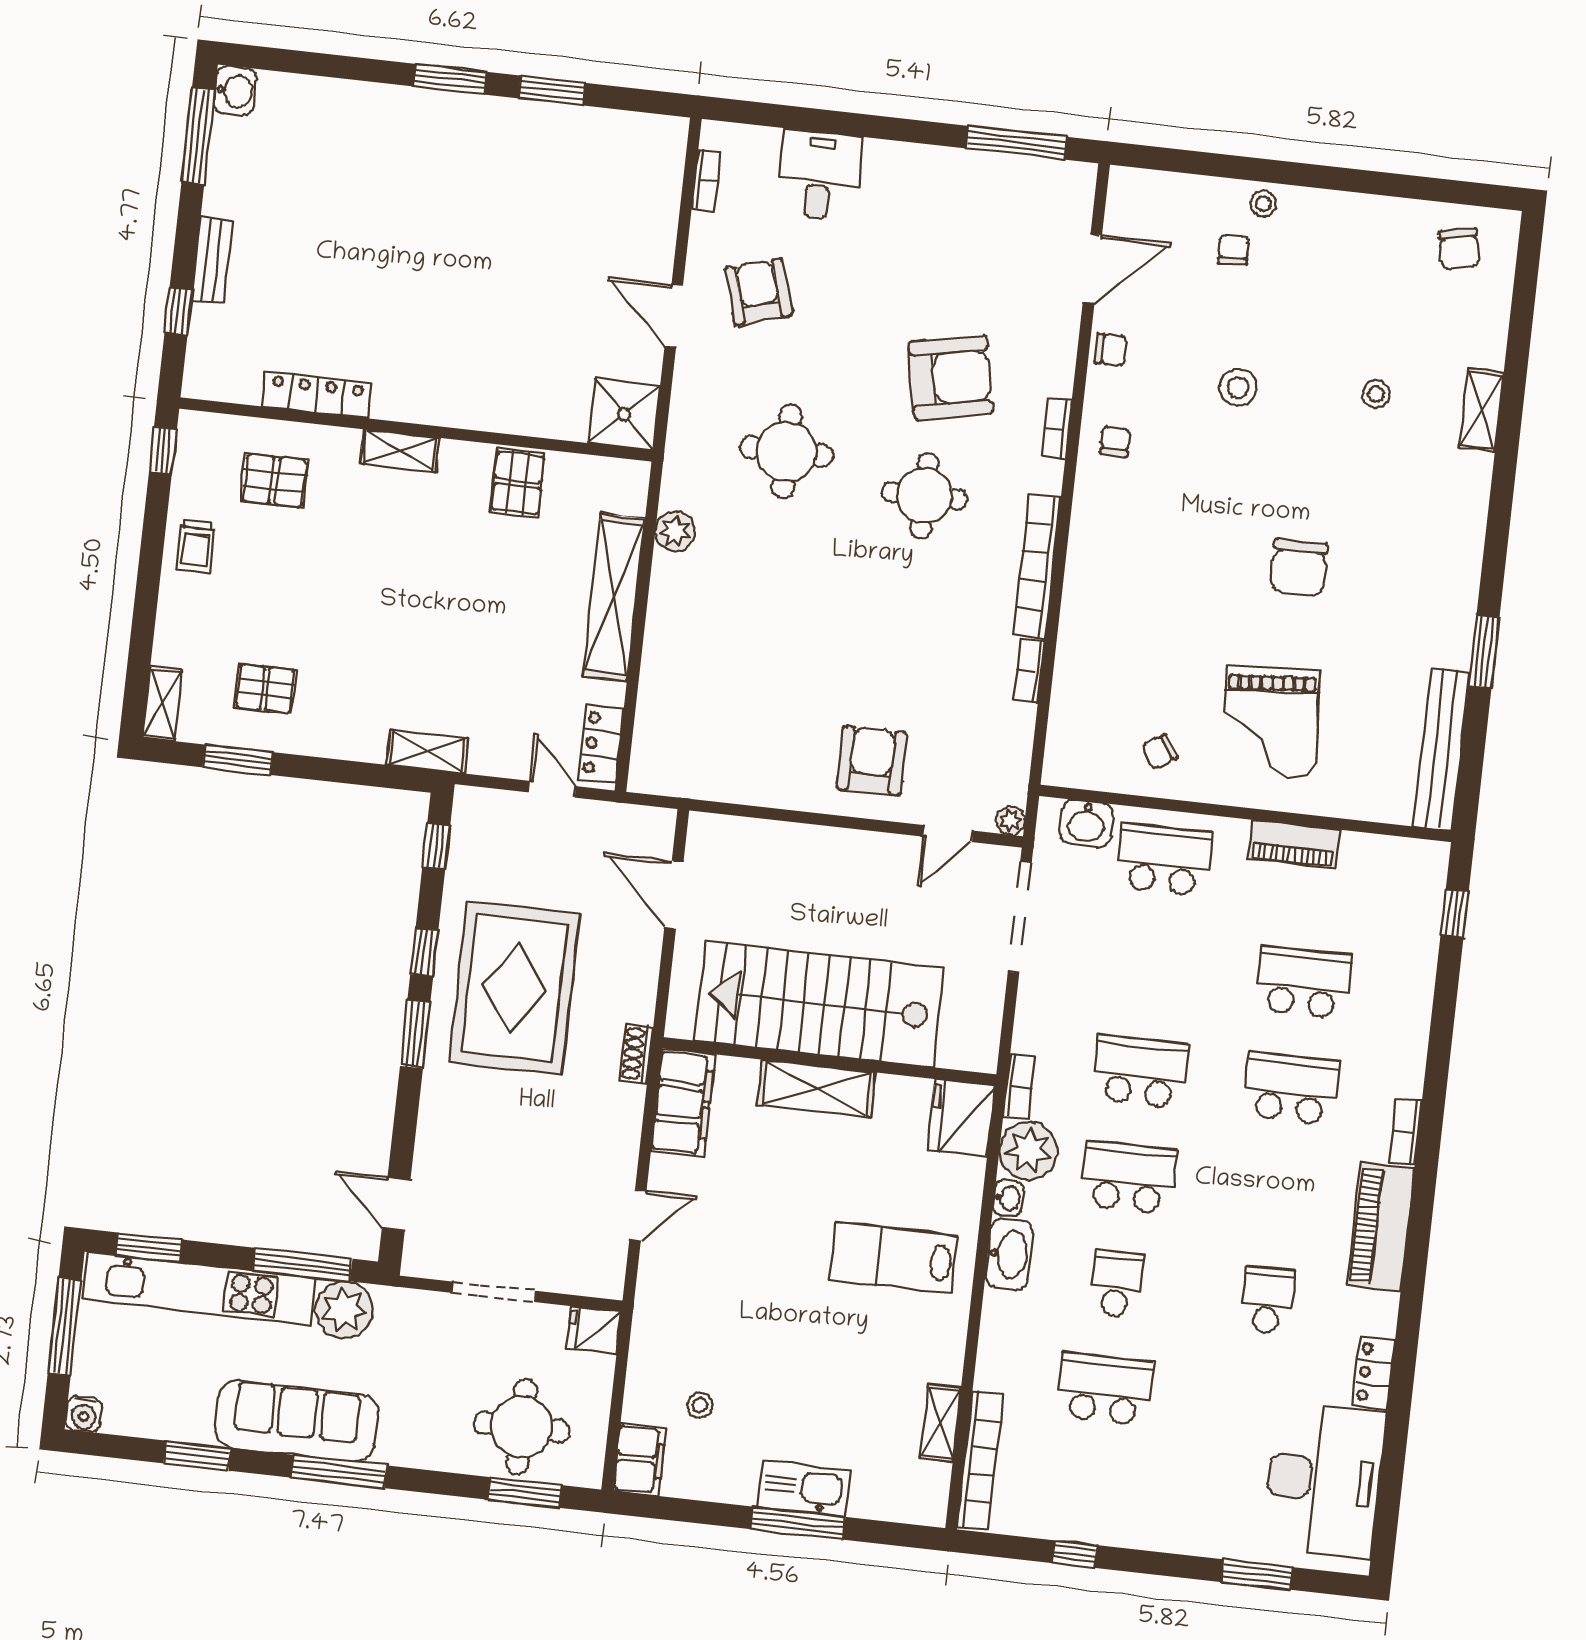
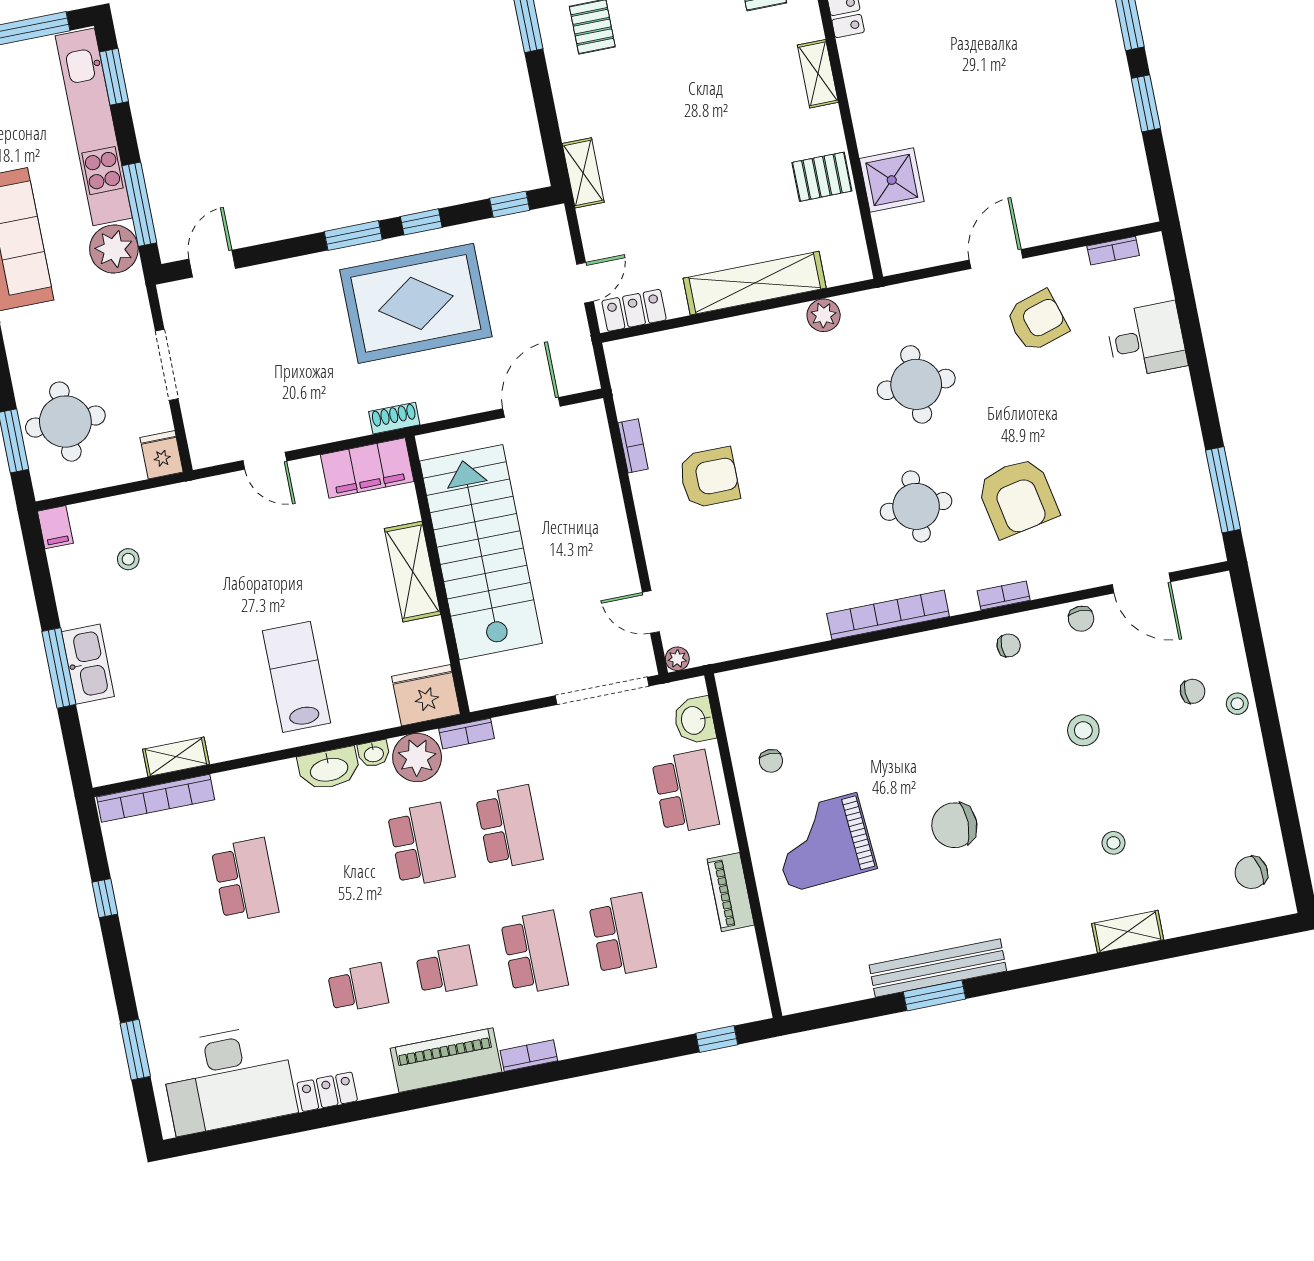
shower: (624, 414) -> (892, 180), moved
bookcase: (1029, 671) -> (633, 446), moved, turned 90
bench: (1442, 750) -> (938, 968), moved
chair: (1160, 752) -> (771, 761), turned -146
armchair: (872, 761) -> (709, 478), moved
school desk: (1117, 1283) -> (446, 970), moved
filing cabinet: (639, 1459) -> (55, 527), width x0.50

